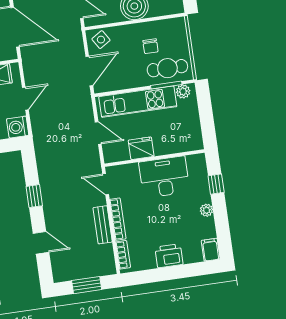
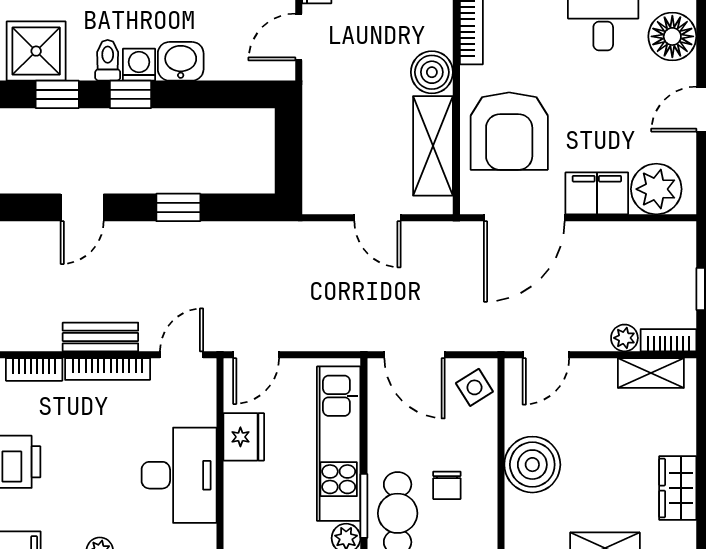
chair: (150, 46) -> (447, 485), turned -90
washing machine: (18, 127) -> (322, 194), removed
door: (98, 133) -> (256, 355), moved

